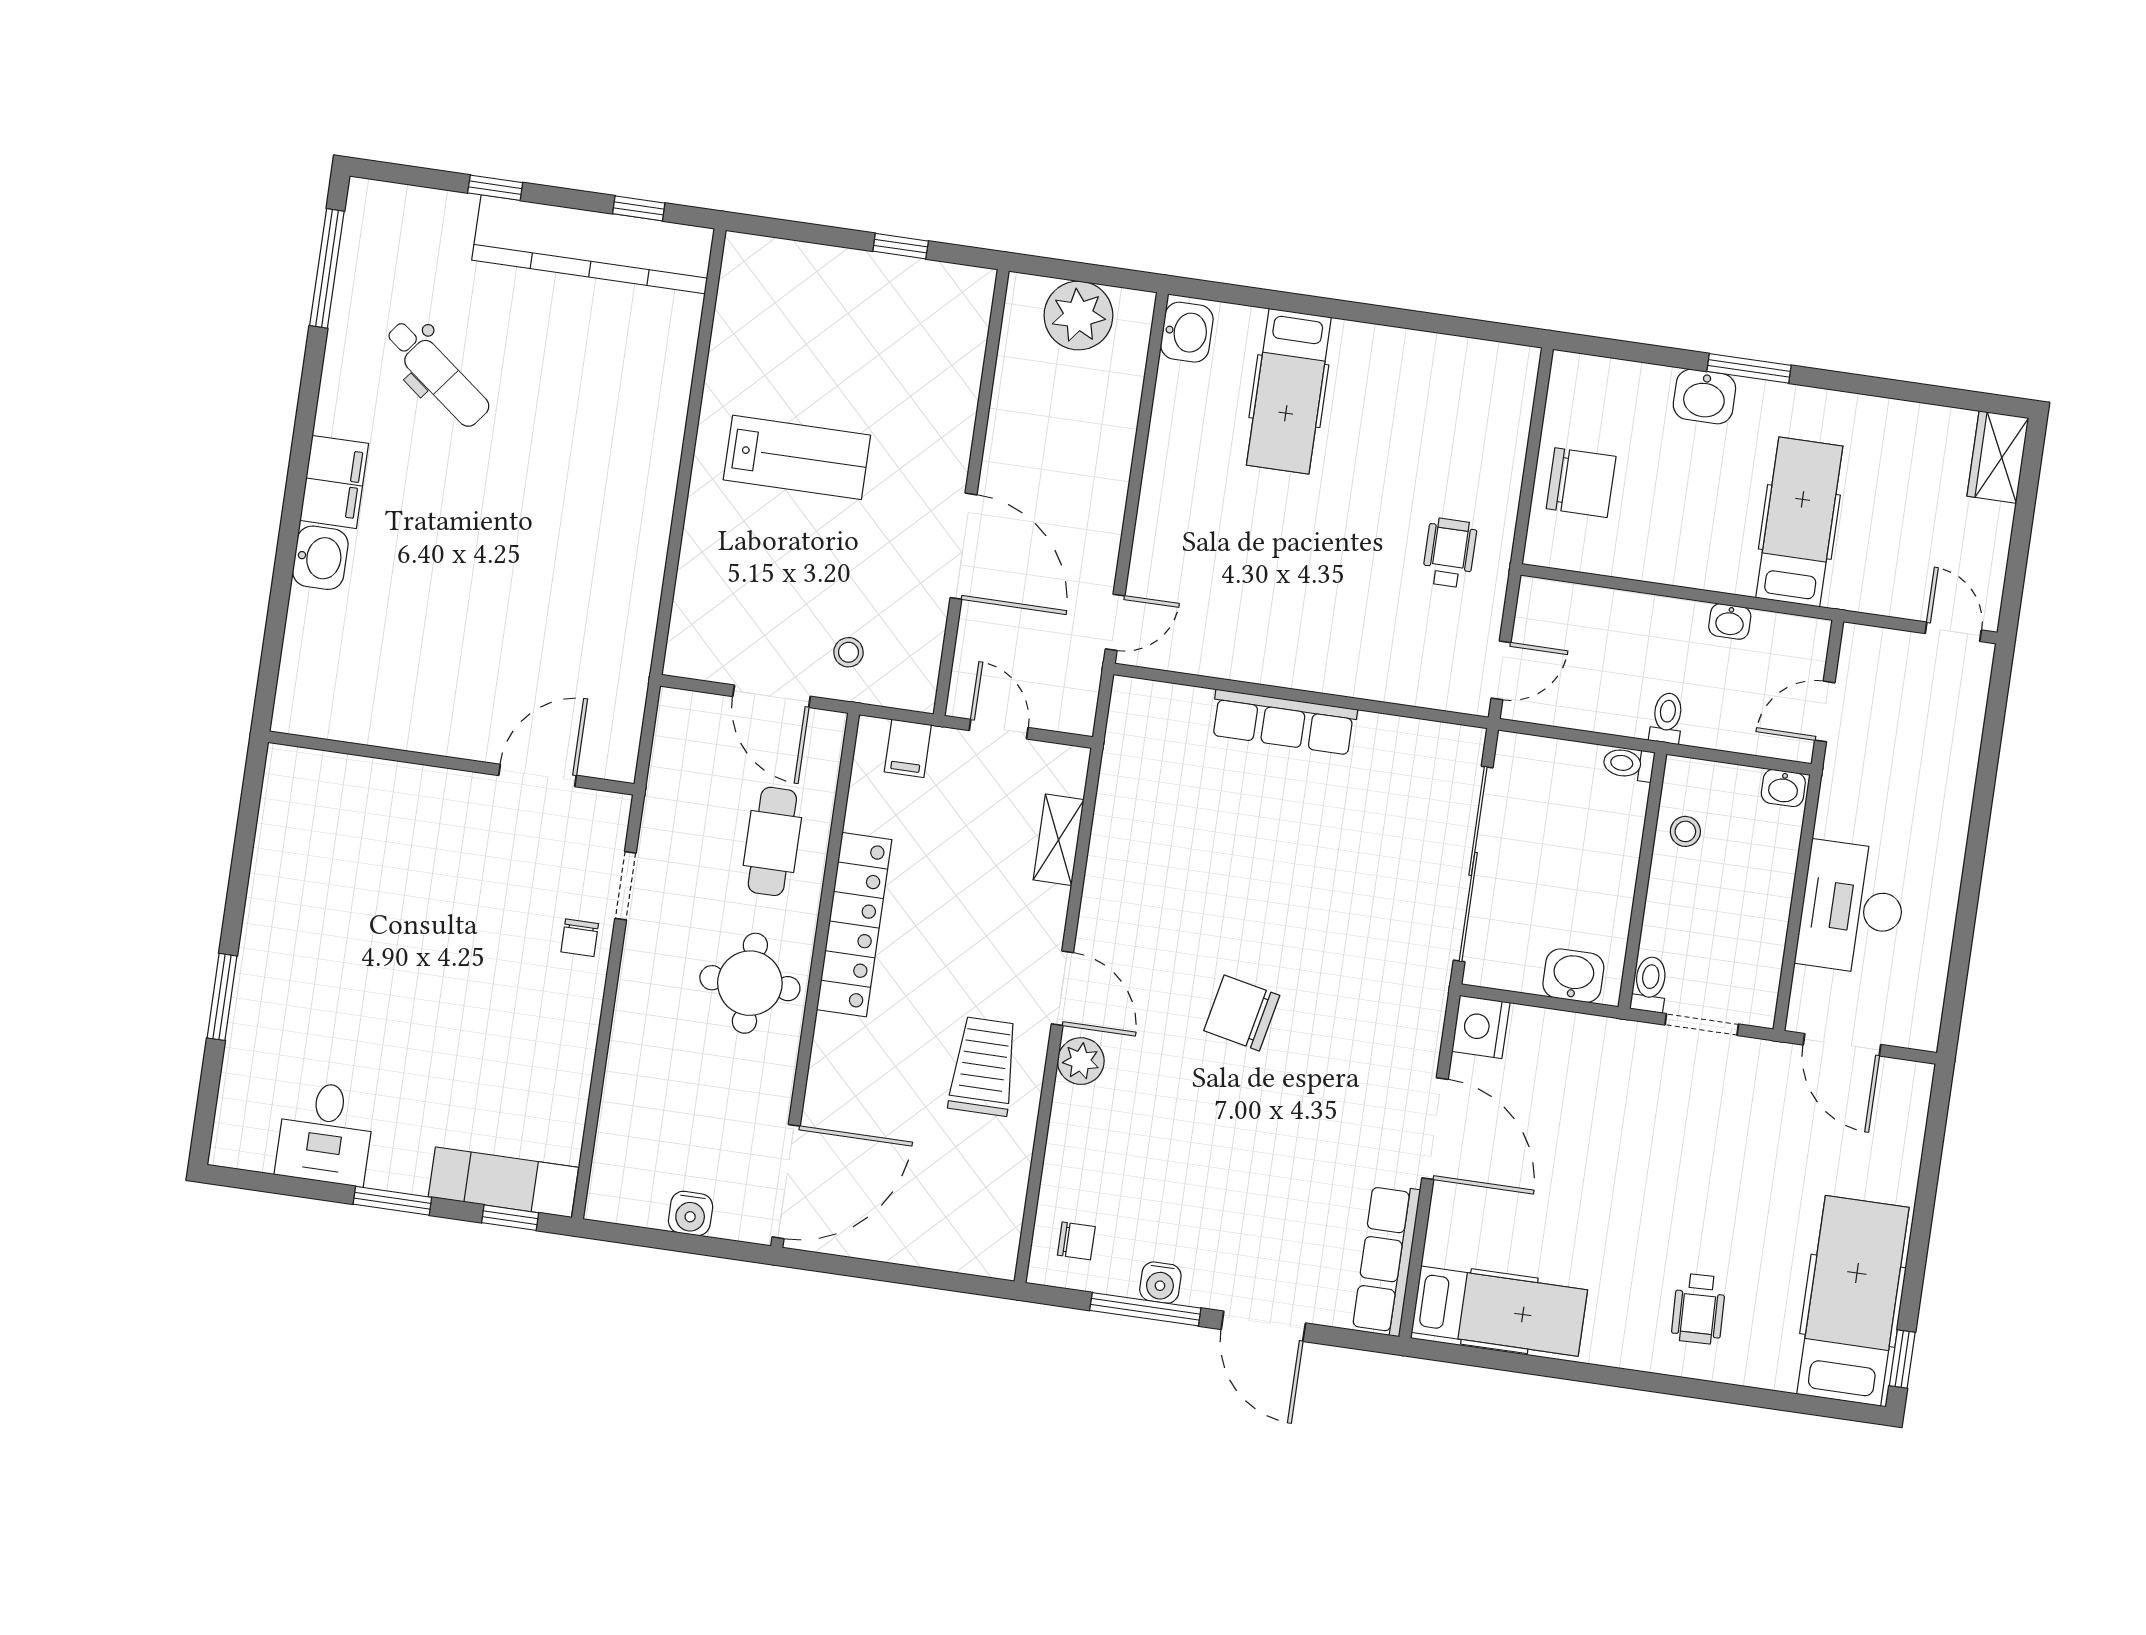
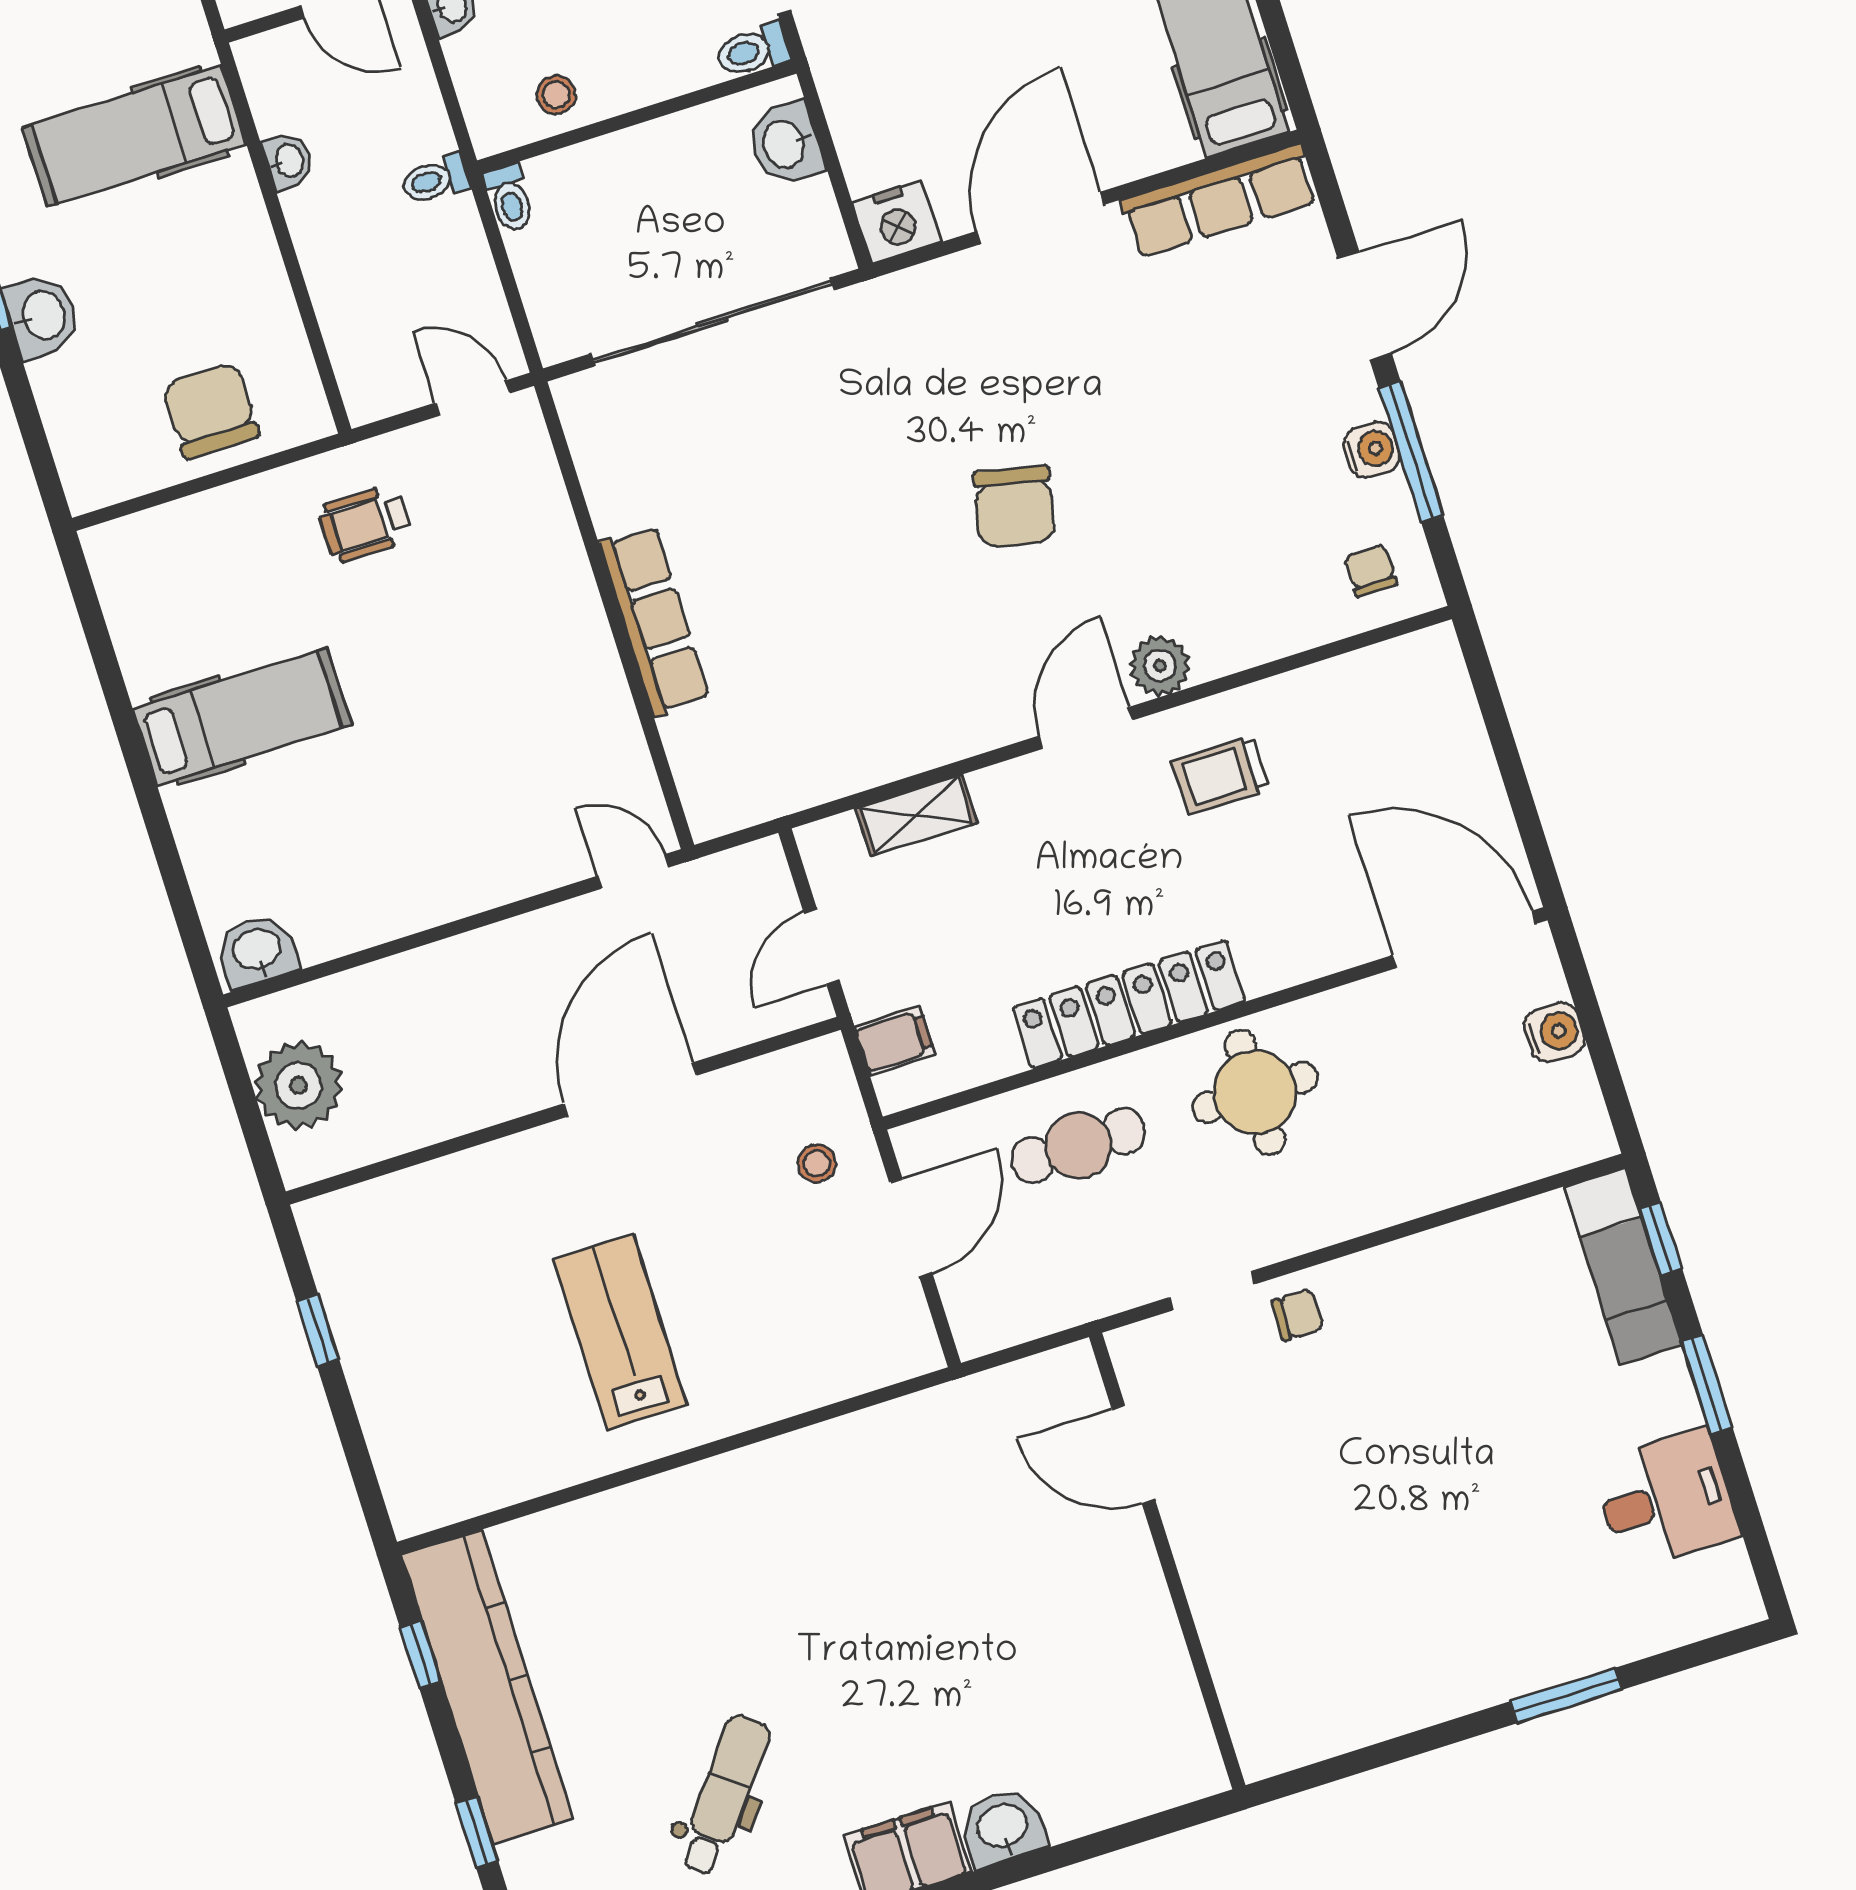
hospital bed: (1289, 391) -> (242, 717), moved
trolley: (984, 1066) -> (1220, 775), width x0.73, depth x0.72

